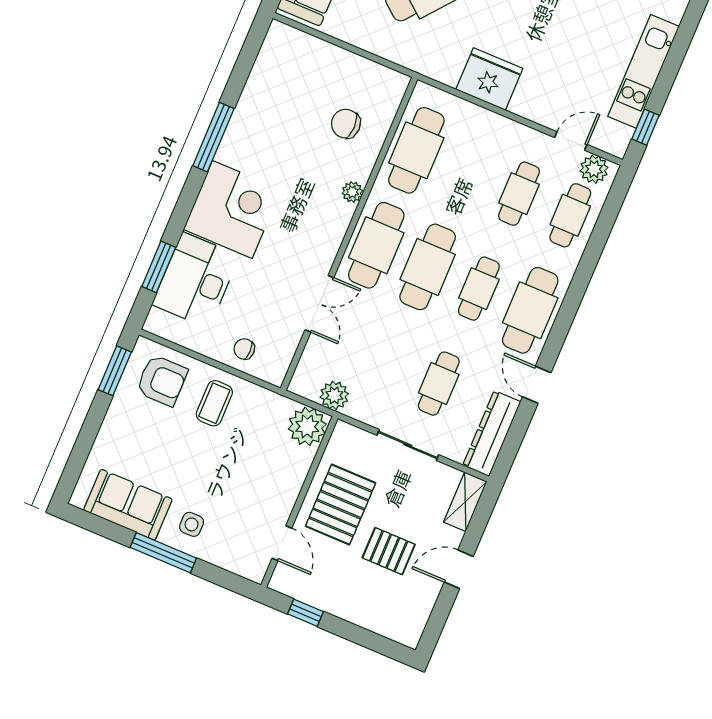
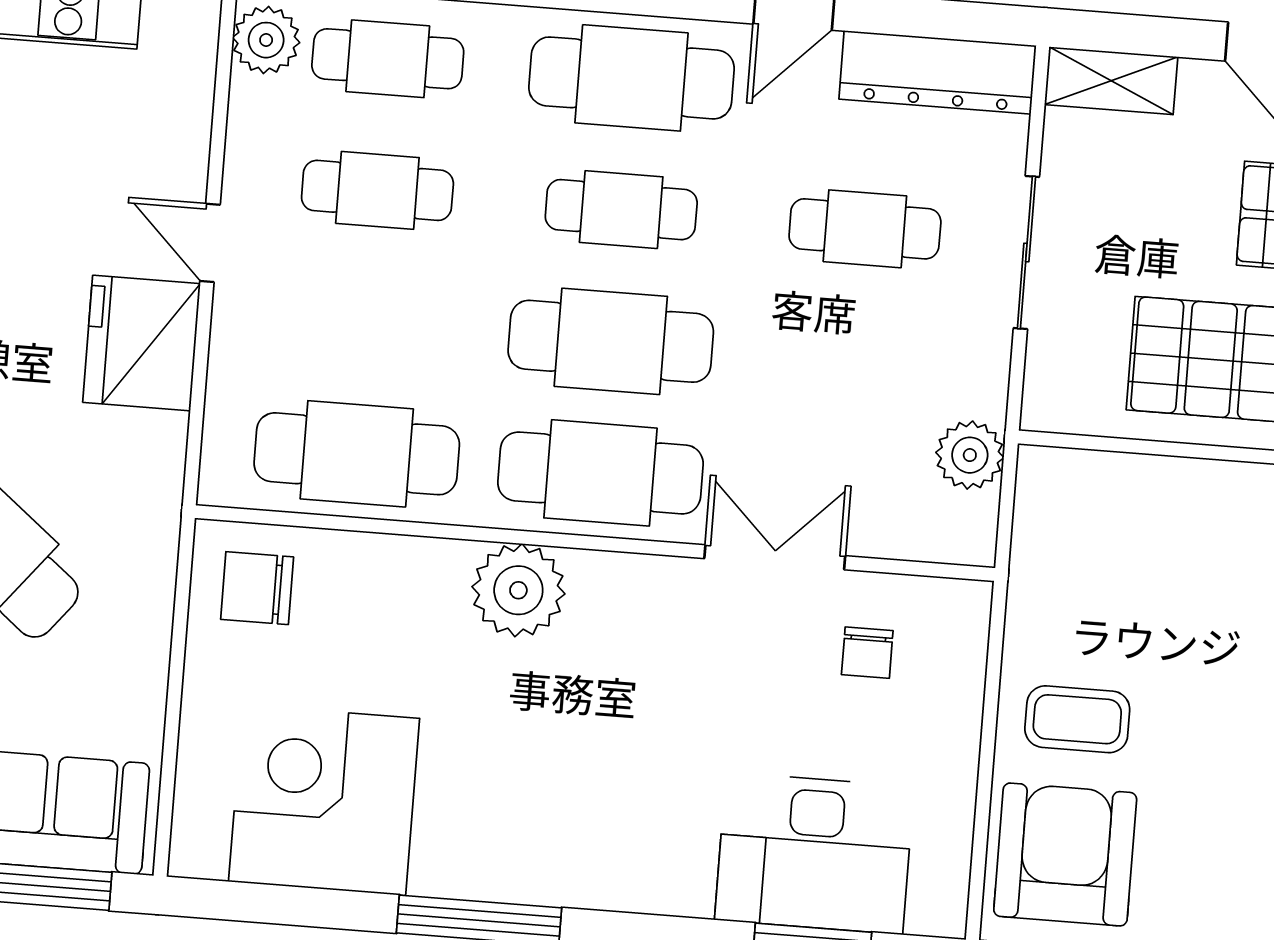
chair: (346, 124) -> (257, 588), moved, turned 90
door: (571, 141) -> (210, 243), moved
plant: (352, 192) -> (518, 590), width x1.87, depth x1.87
corner desk: (232, 209) -> (324, 800), moved
chair: (244, 349) -> (867, 653), moved
armchair: (162, 380) -> (1065, 854), width x1.36, depth x1.36
plant: (307, 426) -> (1060, 493), removed

